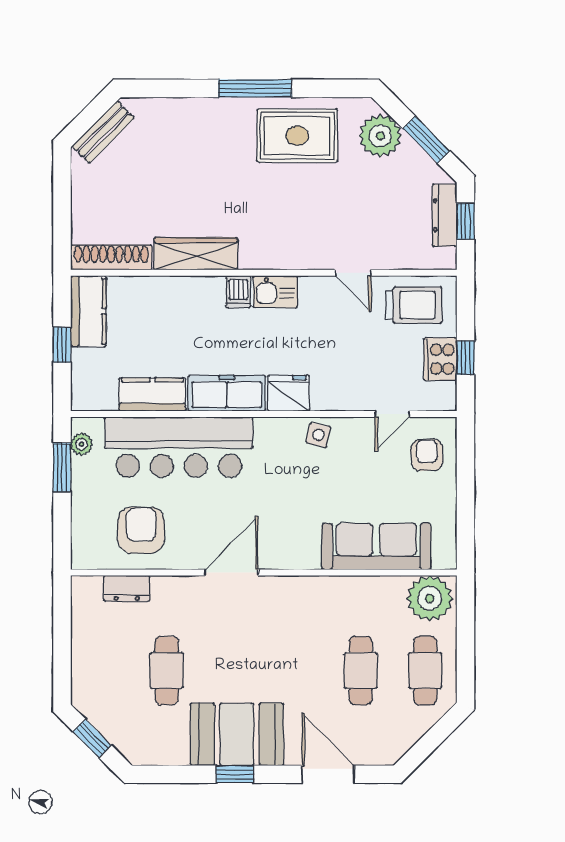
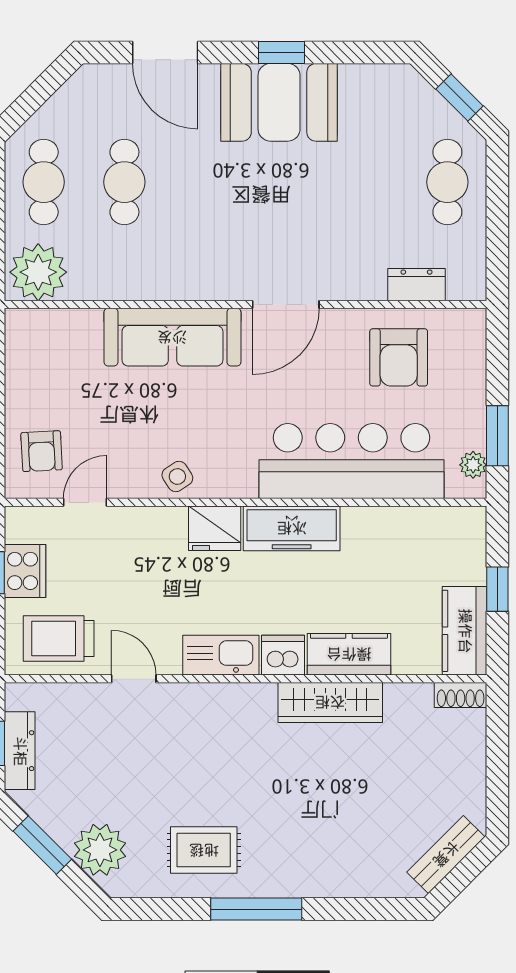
rug: (297, 136) -> (204, 850), width x0.73, depth x0.70
shoe rack: (111, 257) -> (461, 695), width x0.51, depth x0.81
dishwasher: (238, 292) -> (283, 655), width x1.38
kitchen sink: (275, 292) -> (221, 655), width x1.38
kitchen counter: (152, 394) -> (349, 654), moved, turned 180
side table: (318, 435) -> (177, 476), turned 45
sofa: (376, 546) -> (172, 337), moved
cafe table: (167, 671) -> (447, 182), moved

